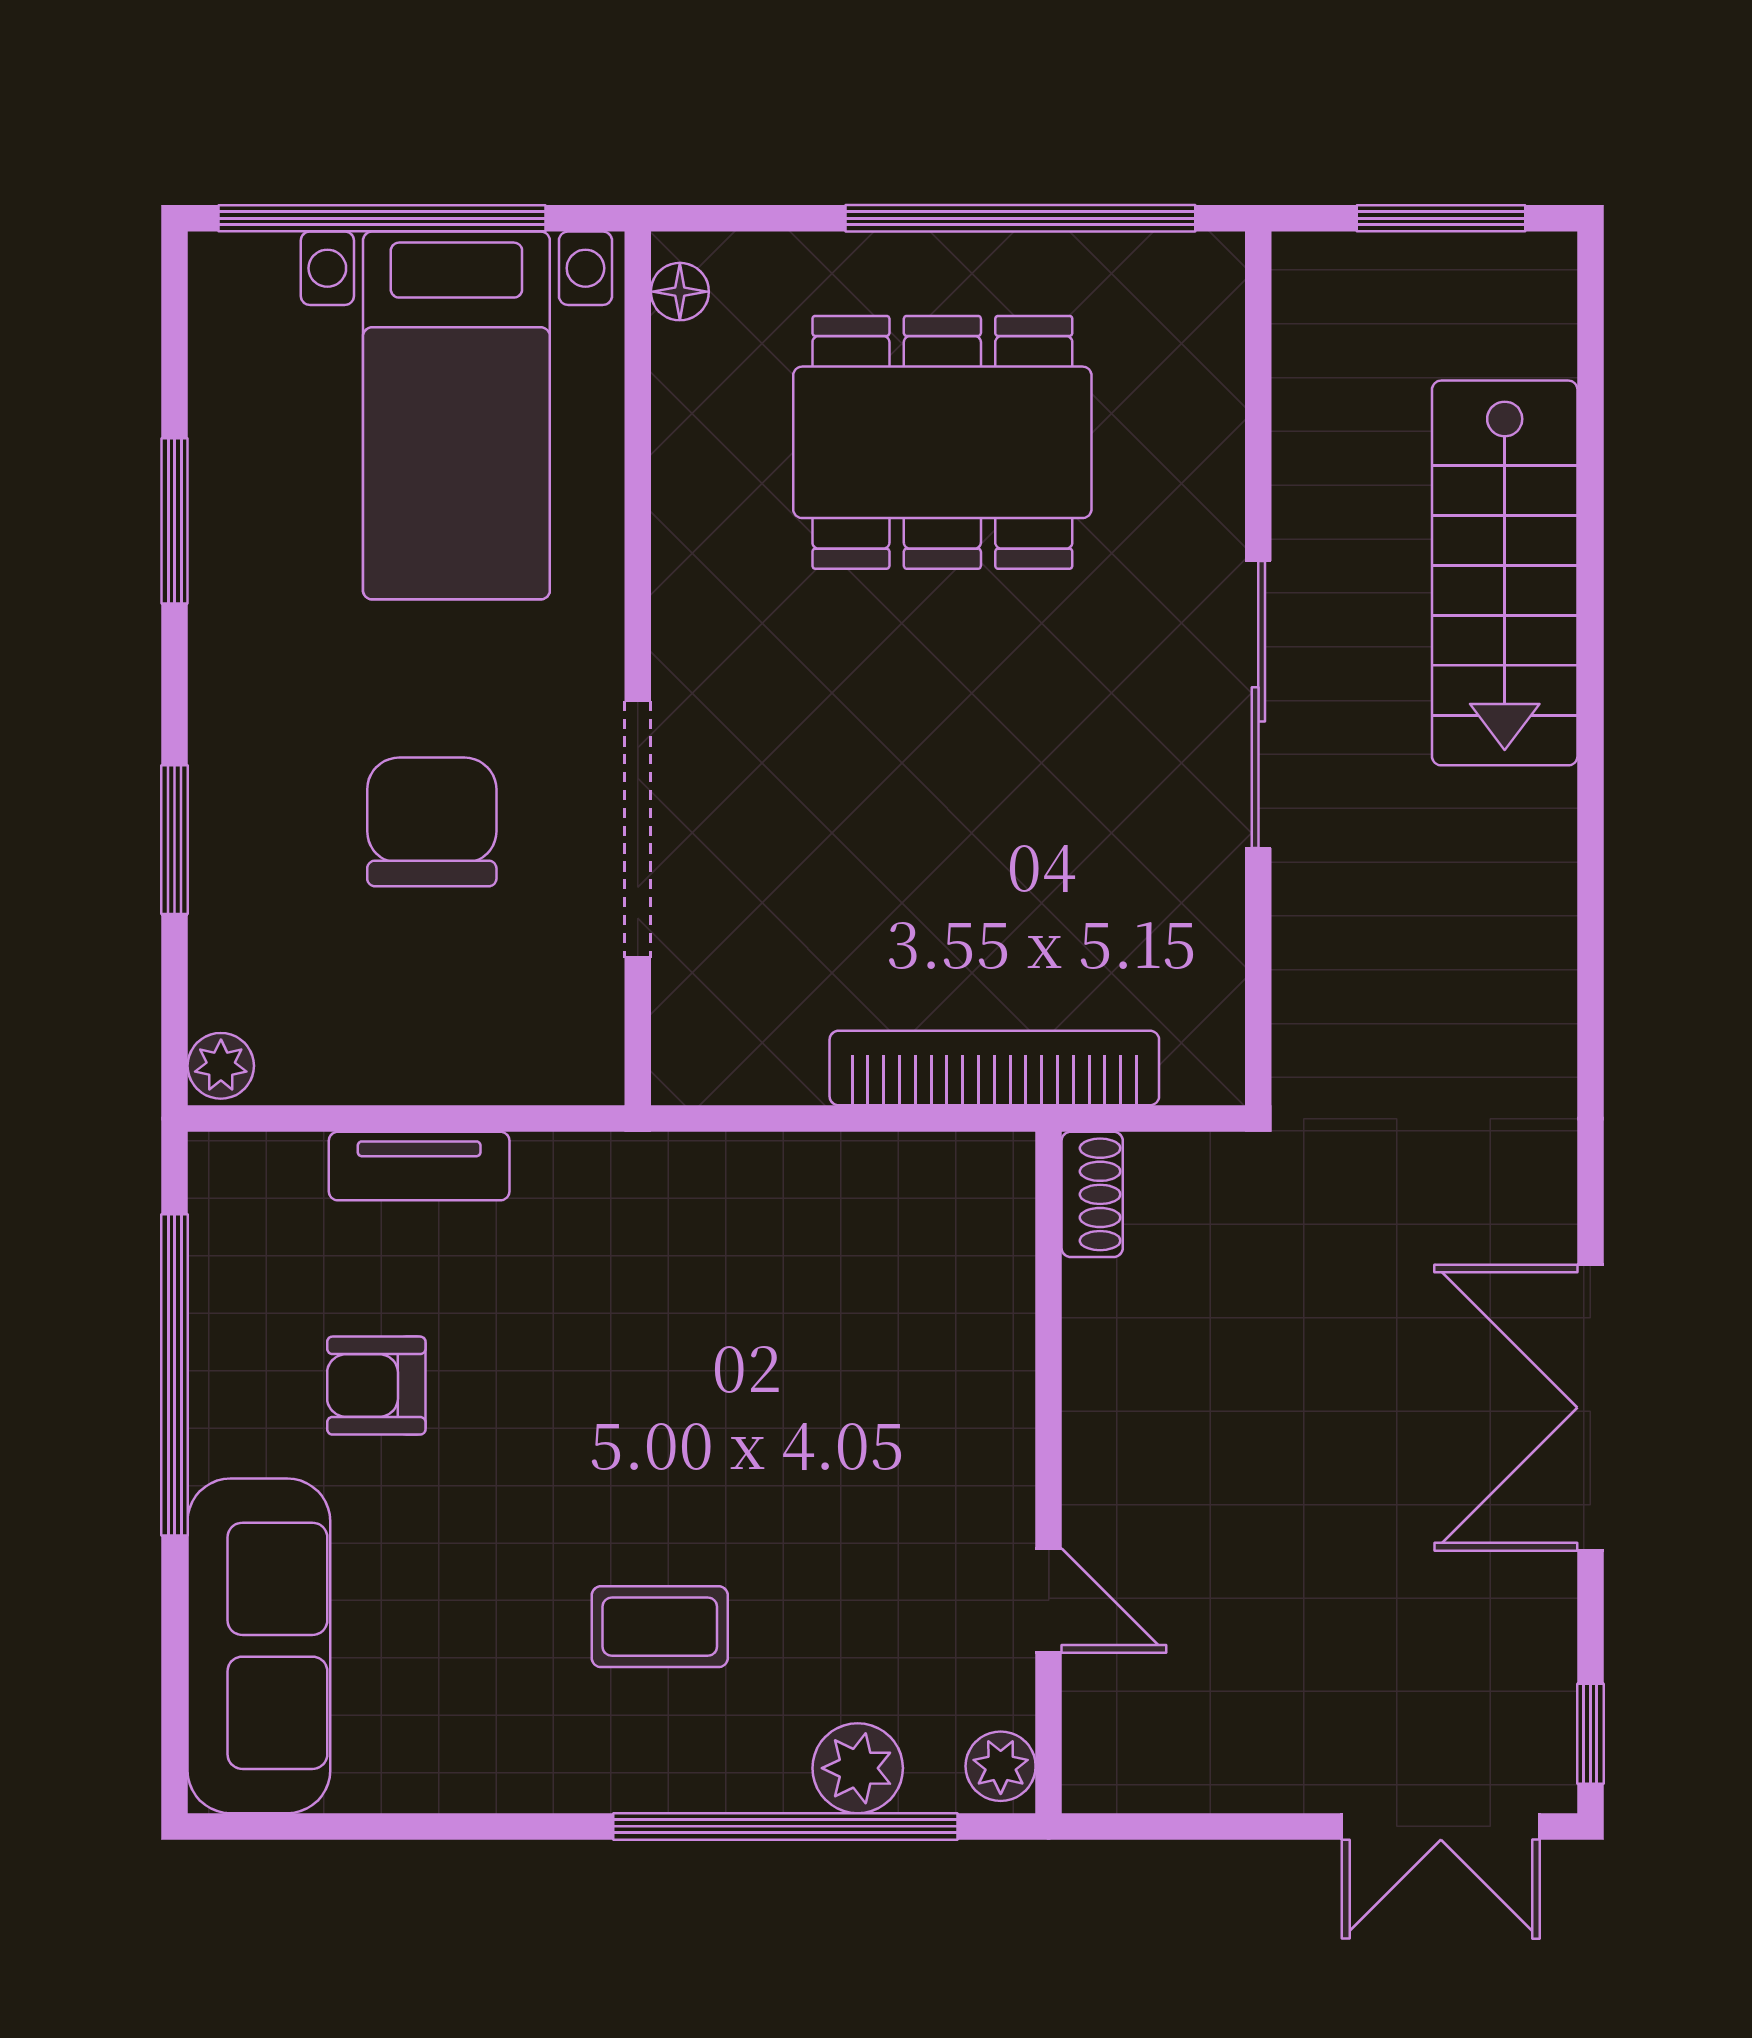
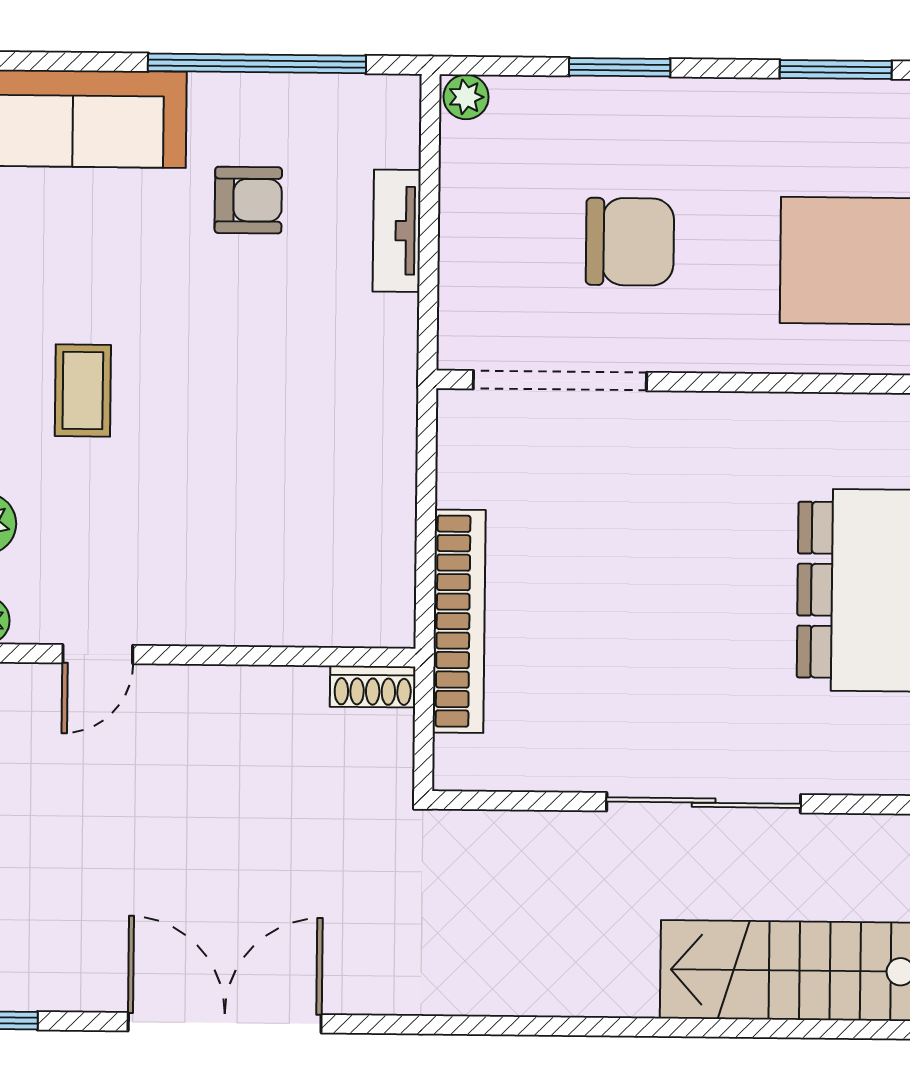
doorway: (638, 829) -> (560, 381), moved
armchair: (376, 1386) -> (248, 200), turned 90

